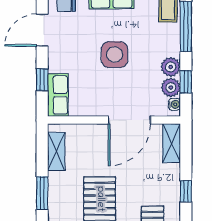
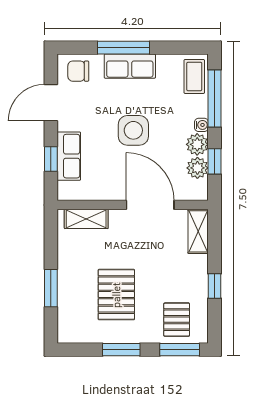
row of seats: (58, 95) -> (69, 156), moved
water cooler: (174, 104) -> (201, 125), moved
door: (129, 120) -> (150, 205), swing flipped
shelving: (56, 151) -> (86, 219), moved, turned 90

